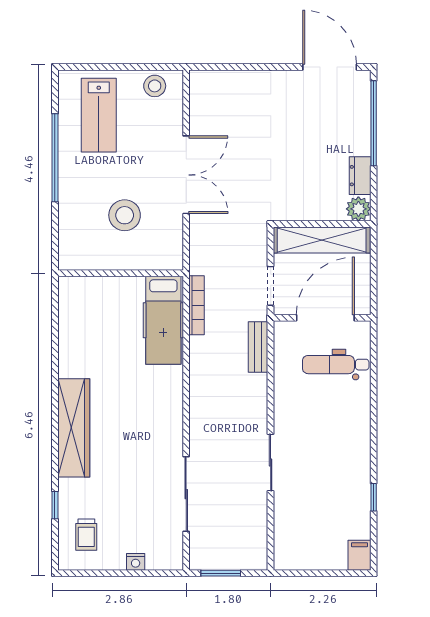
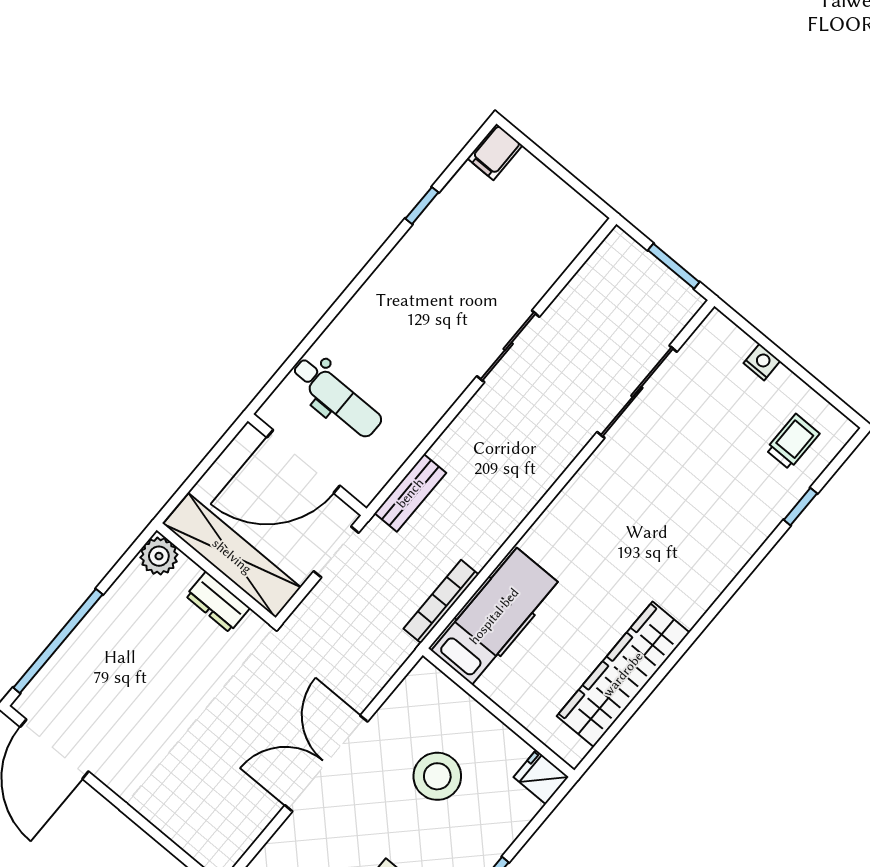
dresser: (360, 176) -> (218, 602), moved, turned 90
fridge: (72, 259) -> (541, 777), added
wardrobe: (74, 428) -> (623, 674), moved

